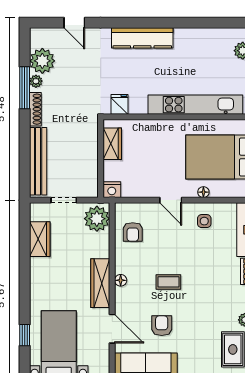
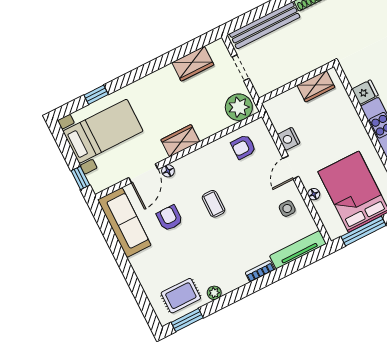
fridge: (119, 104) -> (365, 92), moved
nightstand: (112, 190) -> (289, 139), moved
floor lamp: (121, 280) -> (168, 171), moved
wardrobe: (100, 283) -> (180, 141), width x0.67
armchair: (162, 326) -> (170, 218), turned -90

